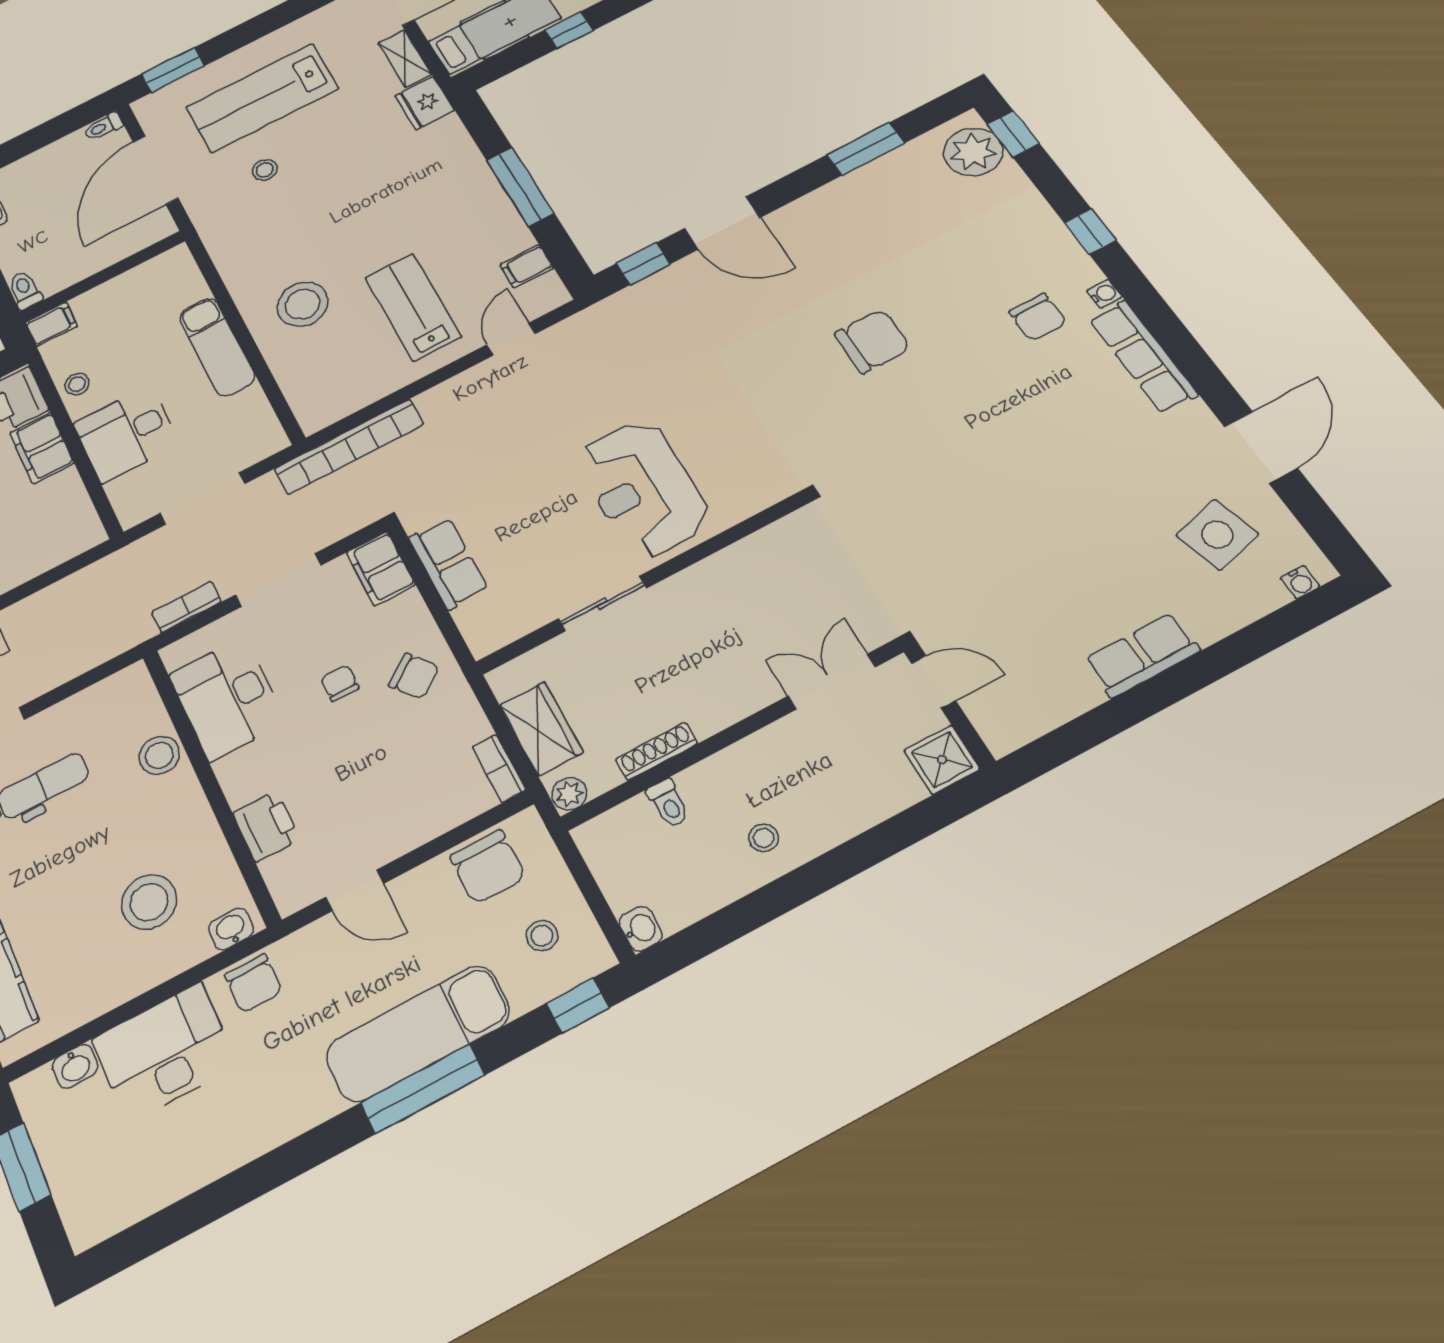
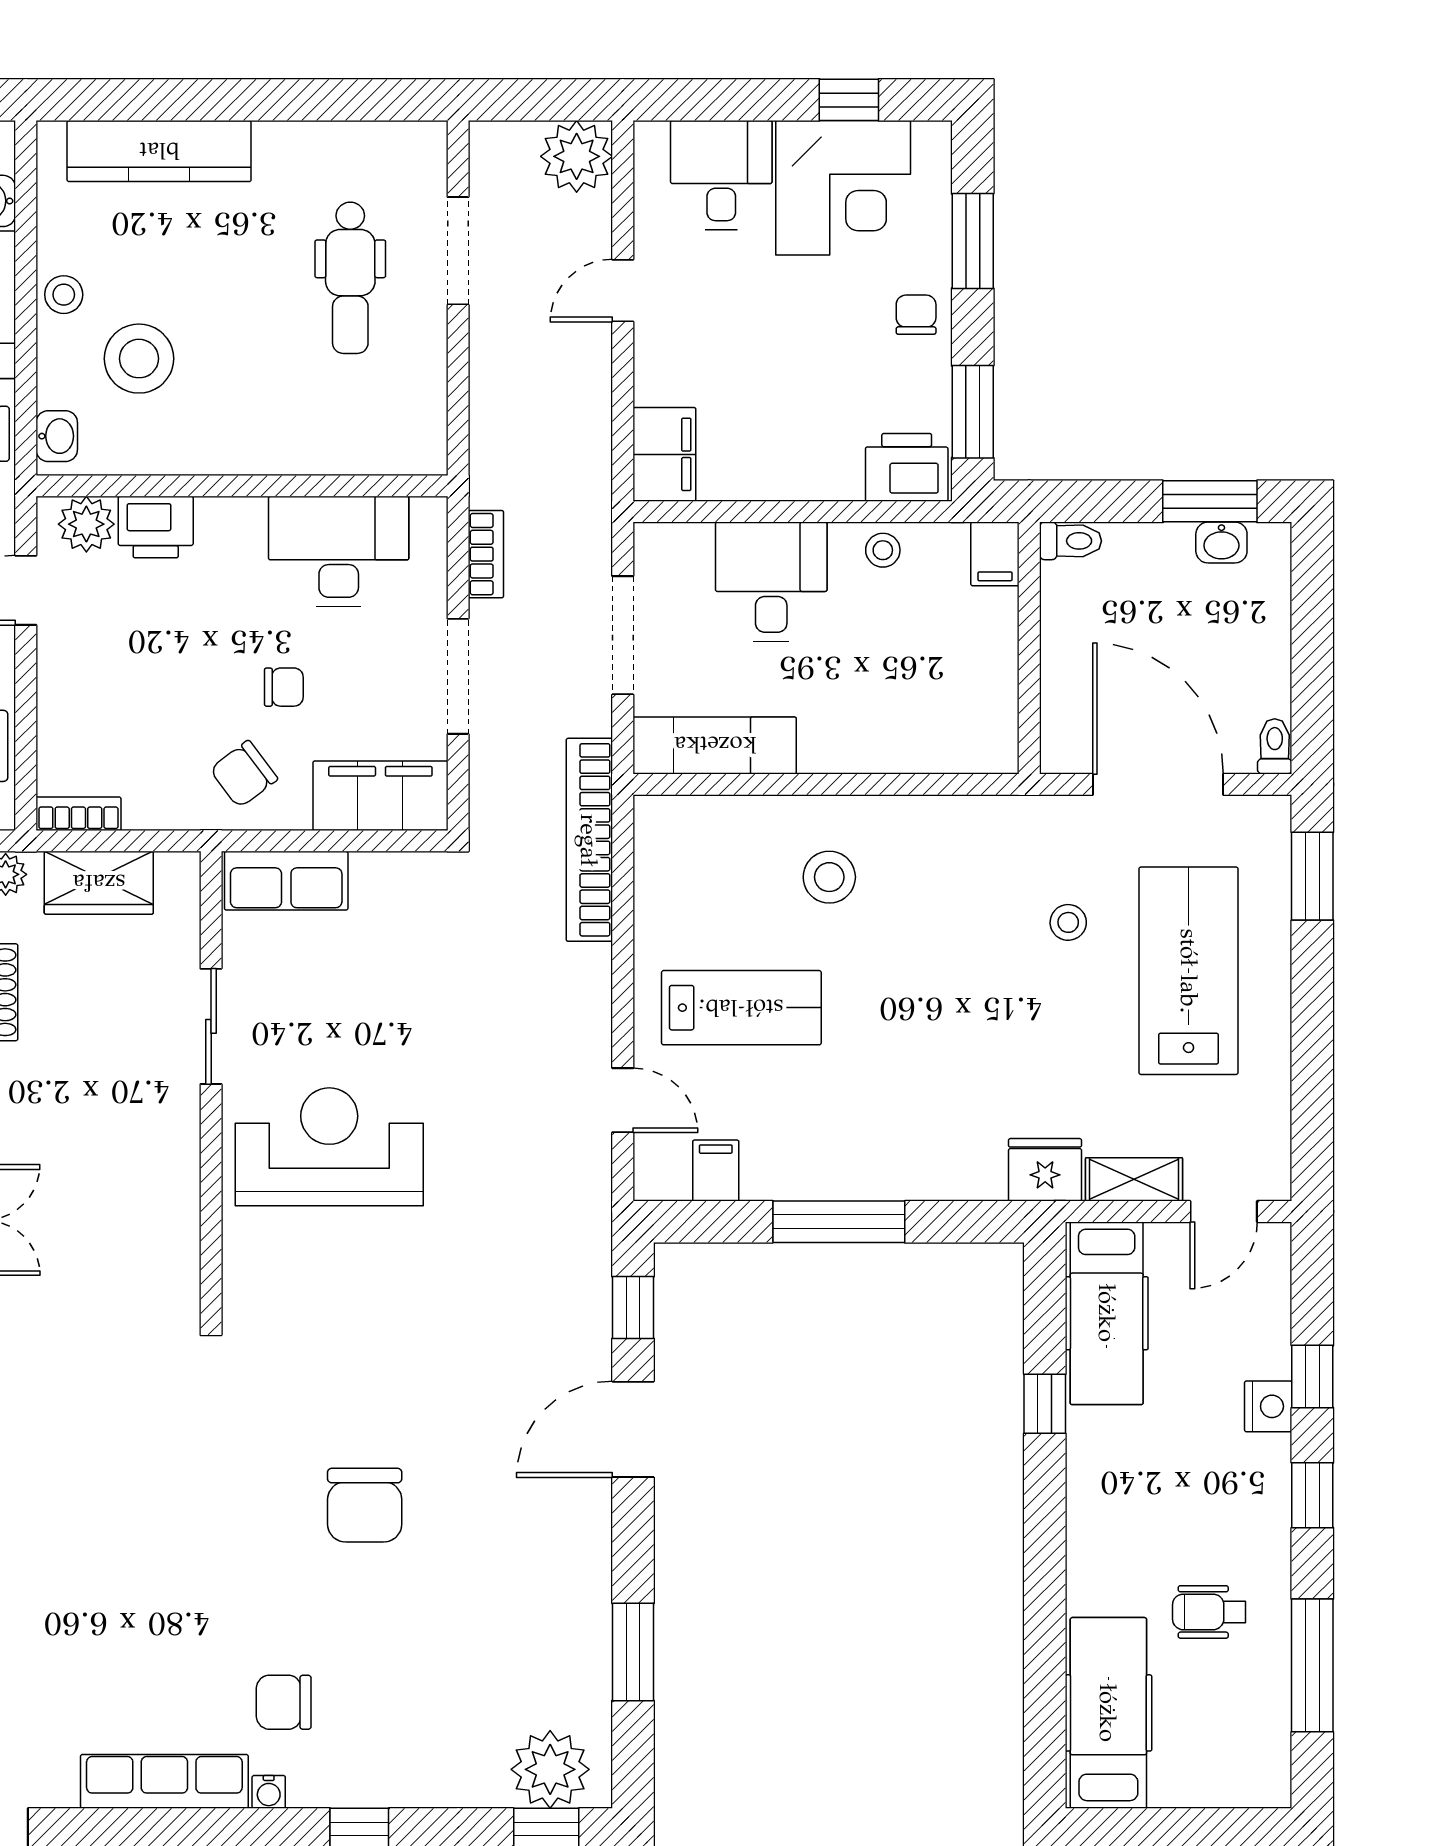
stool: (303, 304) -> (829, 877), width x0.73, depth x0.73
exam couch: (217, 347) -> (715, 745), moved
filing cabinet: (42, 448) -> (664, 454), moved, turned 90
row of seats: (448, 563) -> (286, 881), moved
filing cabinet: (381, 569) -> (380, 796), width x1.50, depth x1.17
stool: (159, 755) -> (64, 295), moved, width x0.73, depth x0.73
plant: (286, 874) -> (86, 524), added

